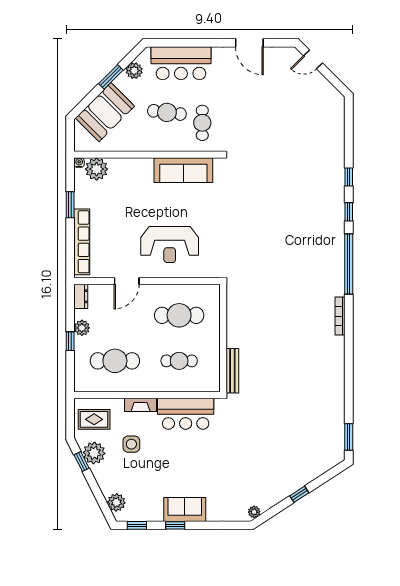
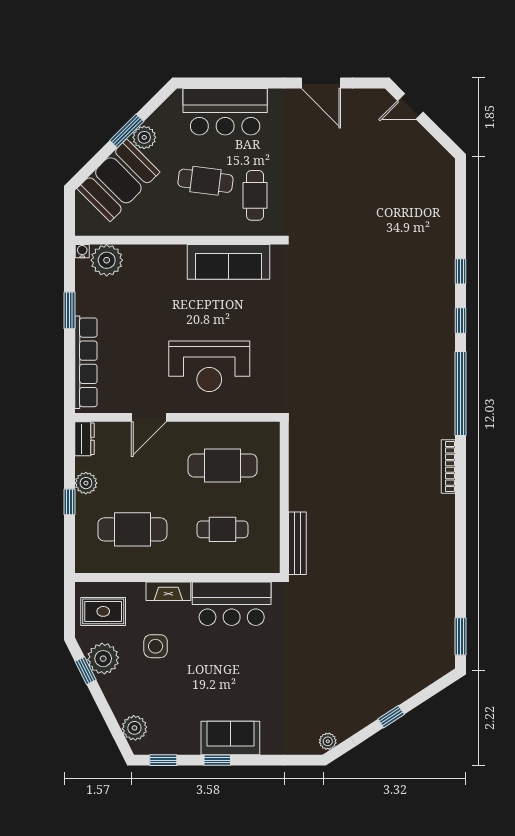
plant: (134, 71) -> (144, 137), moved

